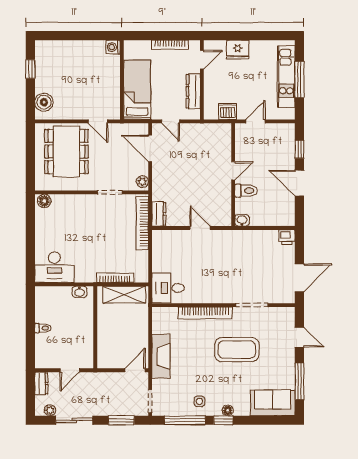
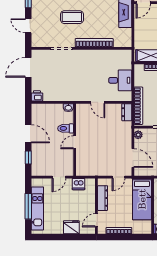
door: (171, 121) -> (118, 177), swing flipped
desk: (168, 288) -> (120, 80), moved
coffee table: (237, 350) -> (72, 17), width x0.73, depth x0.76

